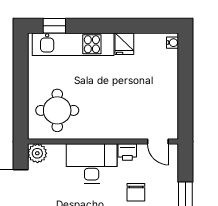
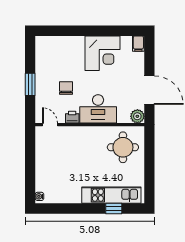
window: (54, 26) -> (114, 209), moved
fridge: (124, 44) -> (74, 196), removed

